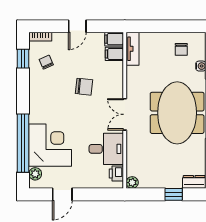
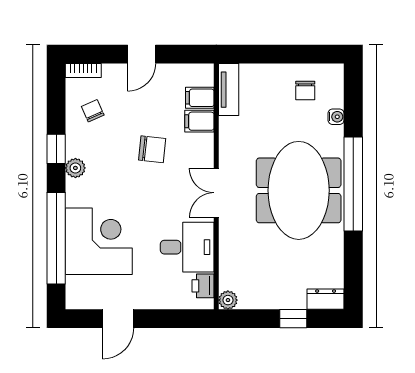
filing cabinet: (114, 39) -> (199, 121), moved
window: (23, 59) -> (56, 149), moved
plant: (35, 174) -> (75, 168), moved

